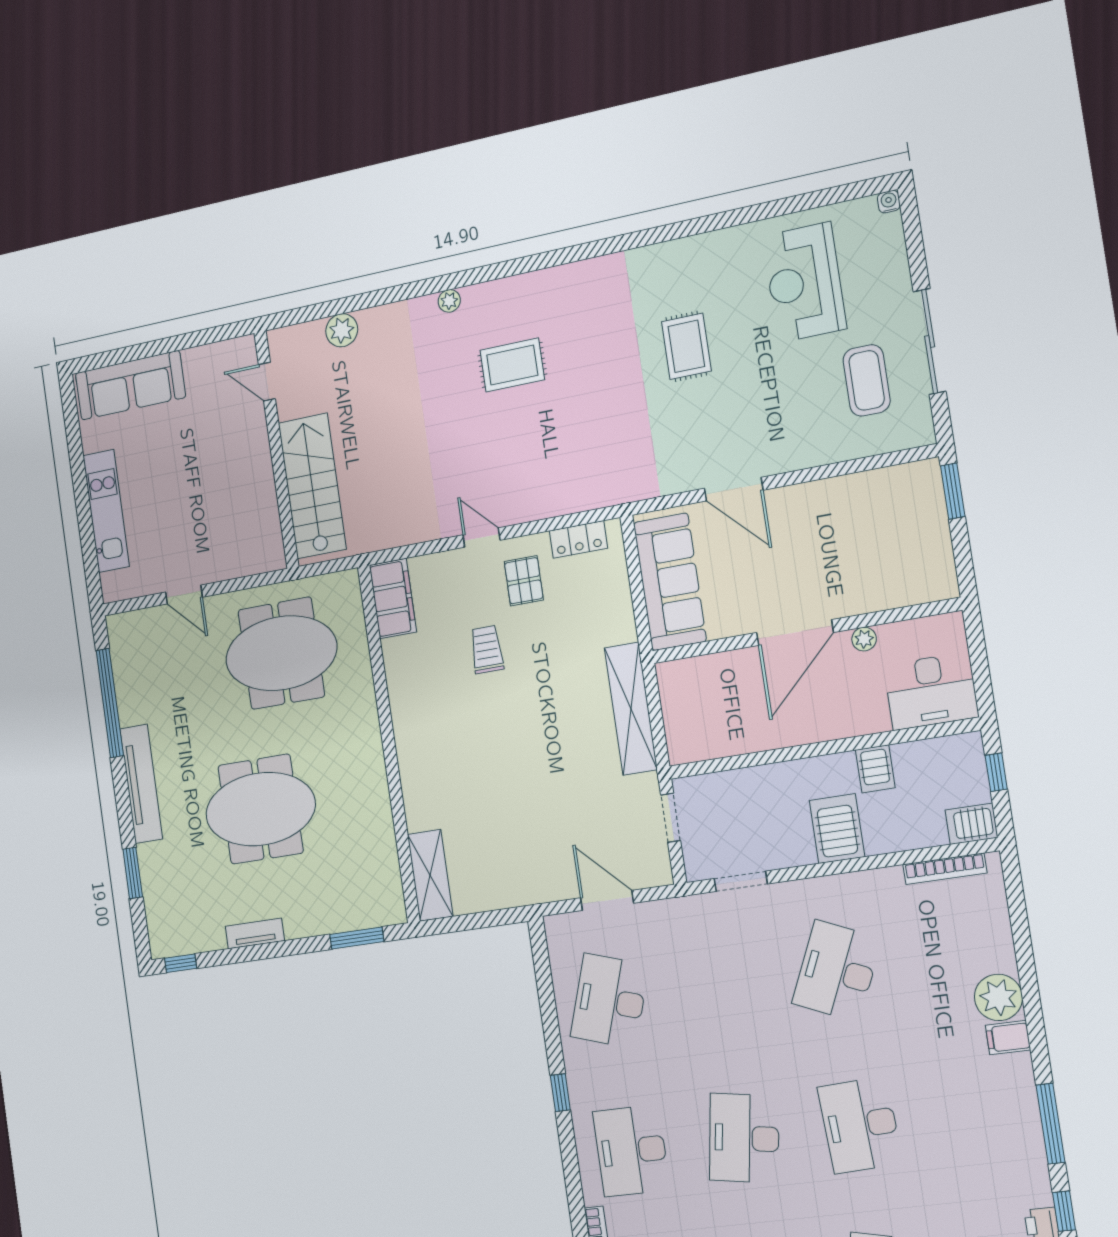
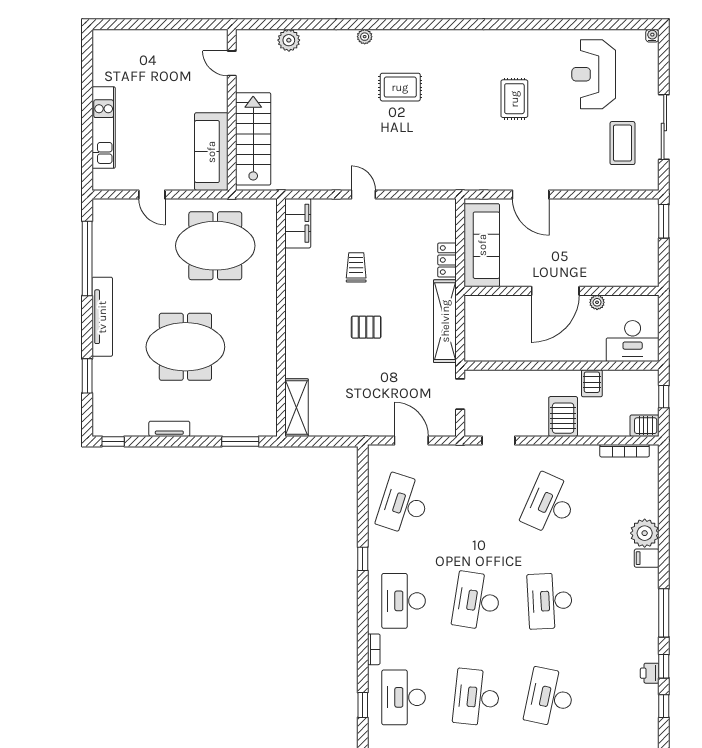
sofa: (130, 385) -> (211, 152), moved, turned 90
locker: (578, 539) -> (447, 260), moved, turned 90
pallet: (524, 581) -> (366, 327), moved, turned 90

